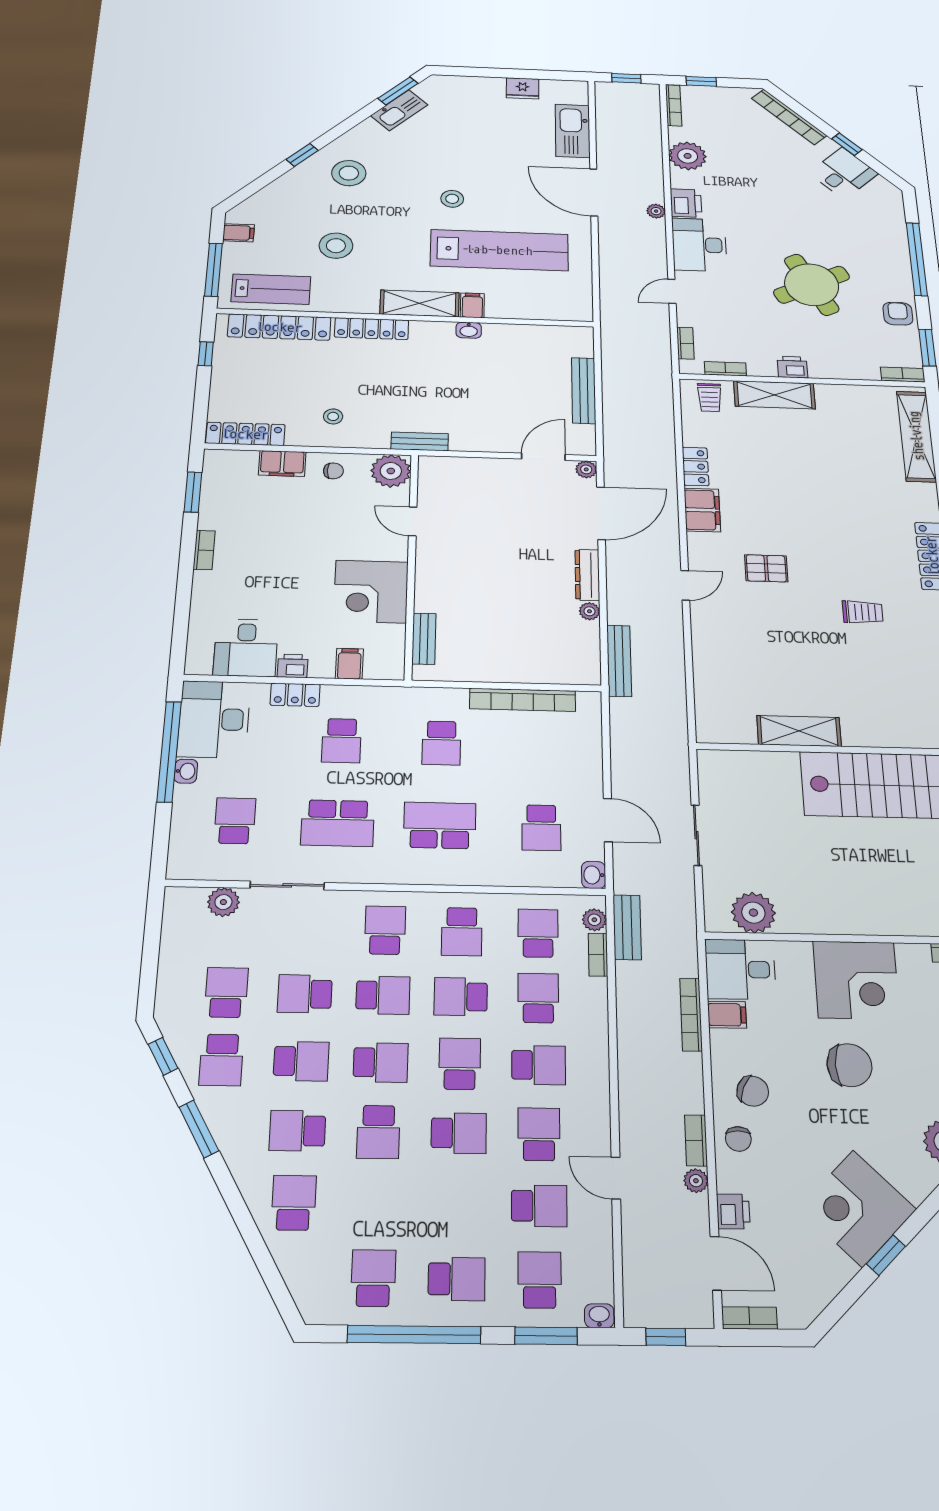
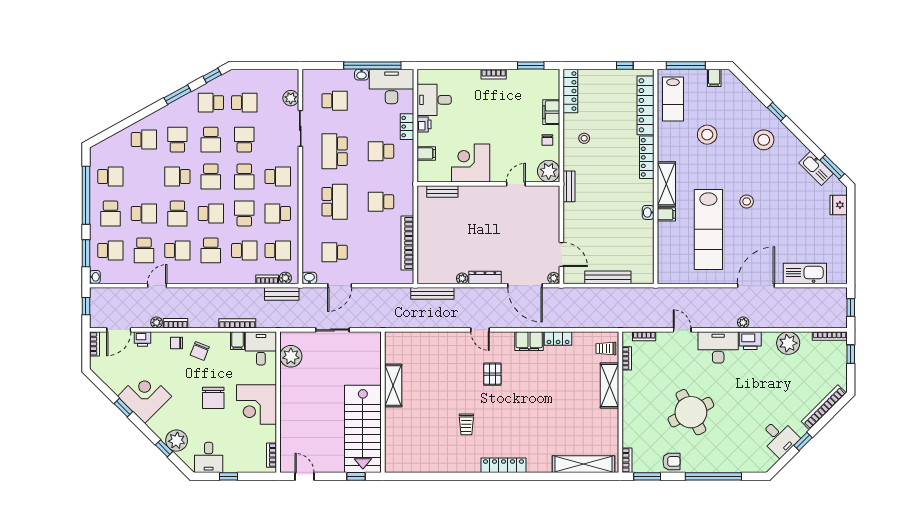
fridge: (523, 88) -> (839, 205), moved
printer: (792, 367) -> (630, 397), removed
school desk: (458, 1205) -> (144, 213), added

